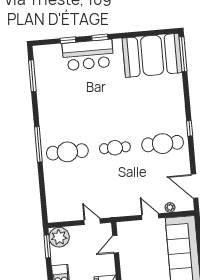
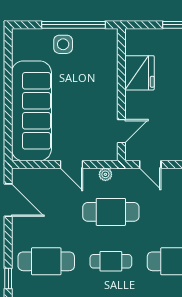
cafe table: (118, 184) -> (111, 212), added
plant: (170, 207) -> (105, 174), moved

